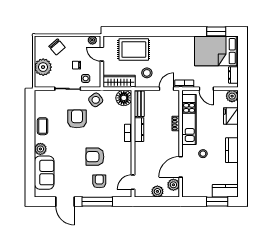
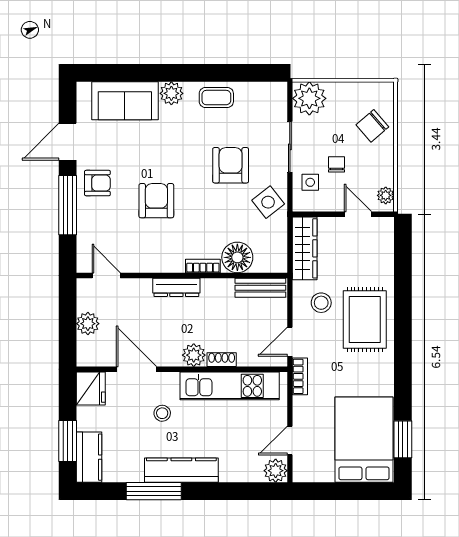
rug: (134, 49) -> (365, 319), moved
door: (102, 54) -> (358, 214), hinge flipped
plant: (43, 67) -> (309, 98), moved
dresser: (233, 75) -> (317, 473), removed
door: (167, 89) -> (290, 342), swing flipped
door: (206, 89) -> (290, 441), moved
floor lamp: (124, 98) -> (237, 257), moved
fridge: (231, 116) -> (91, 389), moved, turned 90
armchair: (77, 119) -> (231, 165), turned -90
dresser: (139, 130) -> (176, 287), moved
kitchen counter: (232, 150) -> (181, 470), width x1.50
window: (242, 158) -> (154, 491), added
armchair: (99, 181) -> (97, 183), moved
plant: (173, 185) -> (194, 355), moved

